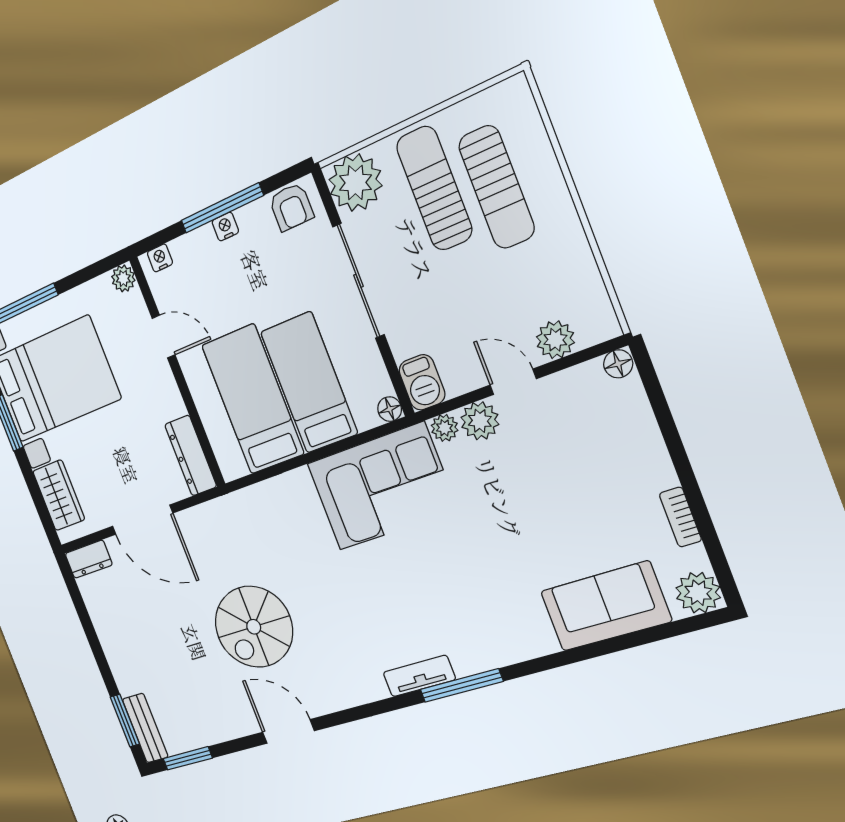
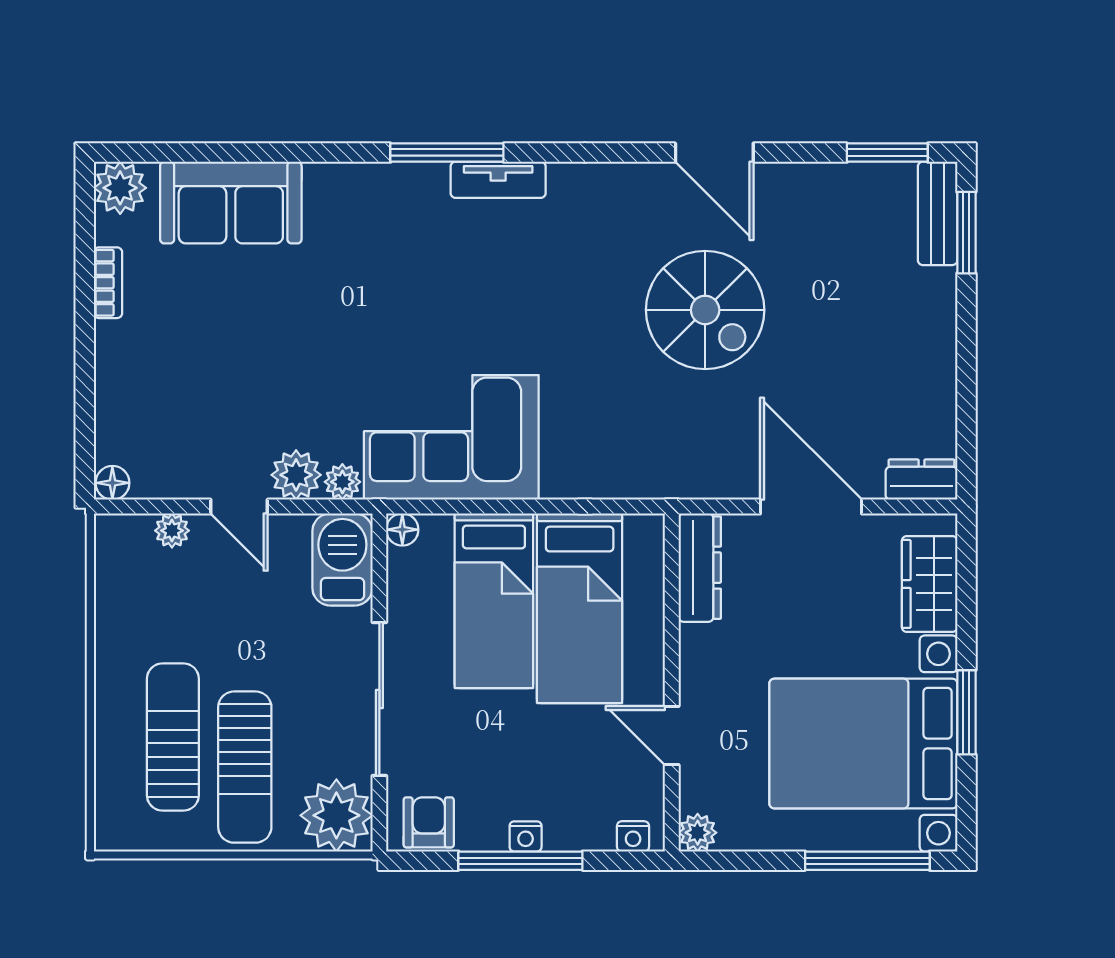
plant: (555, 340) -> (172, 531), width x0.73, depth x0.73
barbecue: (422, 382) -> (342, 560), width x1.38, depth x1.27
spiral stairs: (254, 627) -> (705, 310), turned 90

